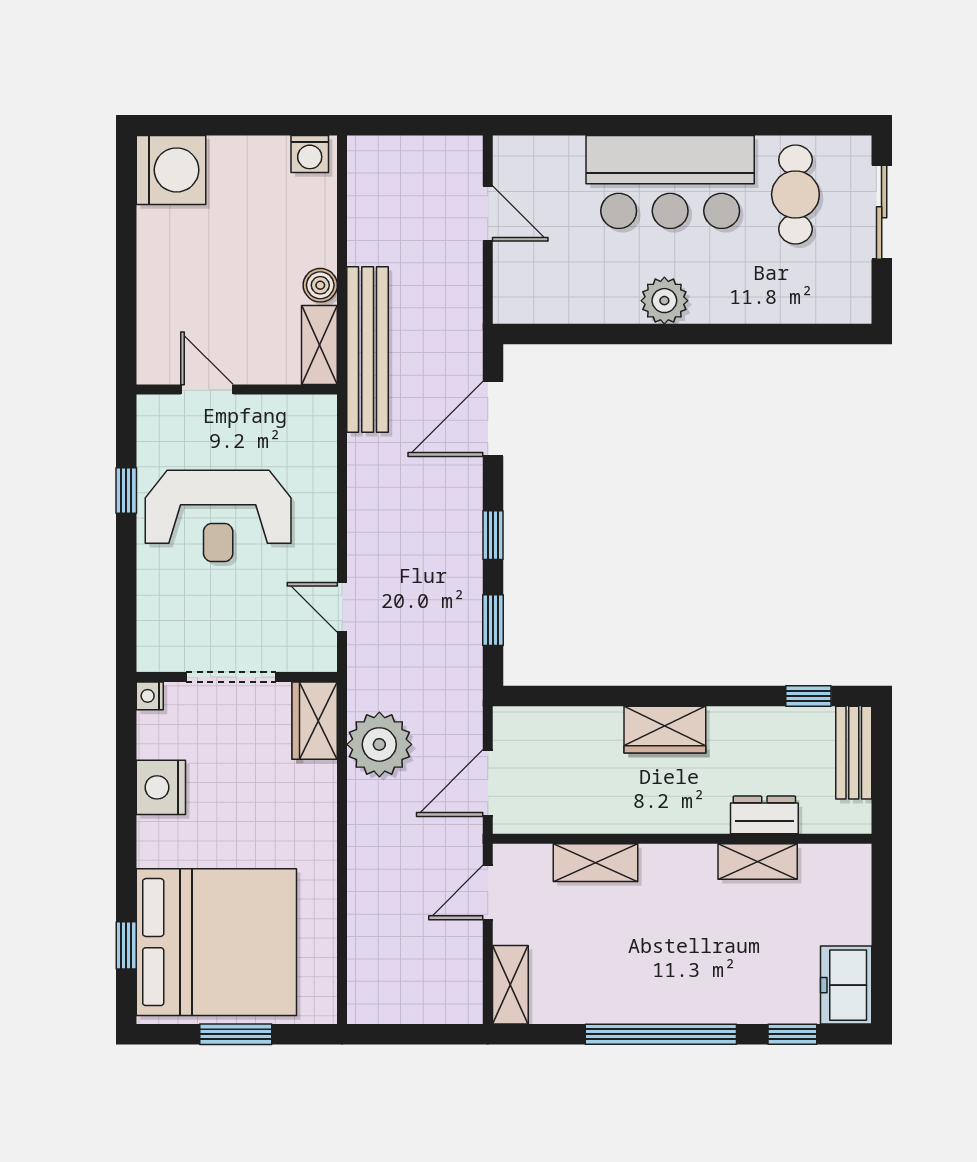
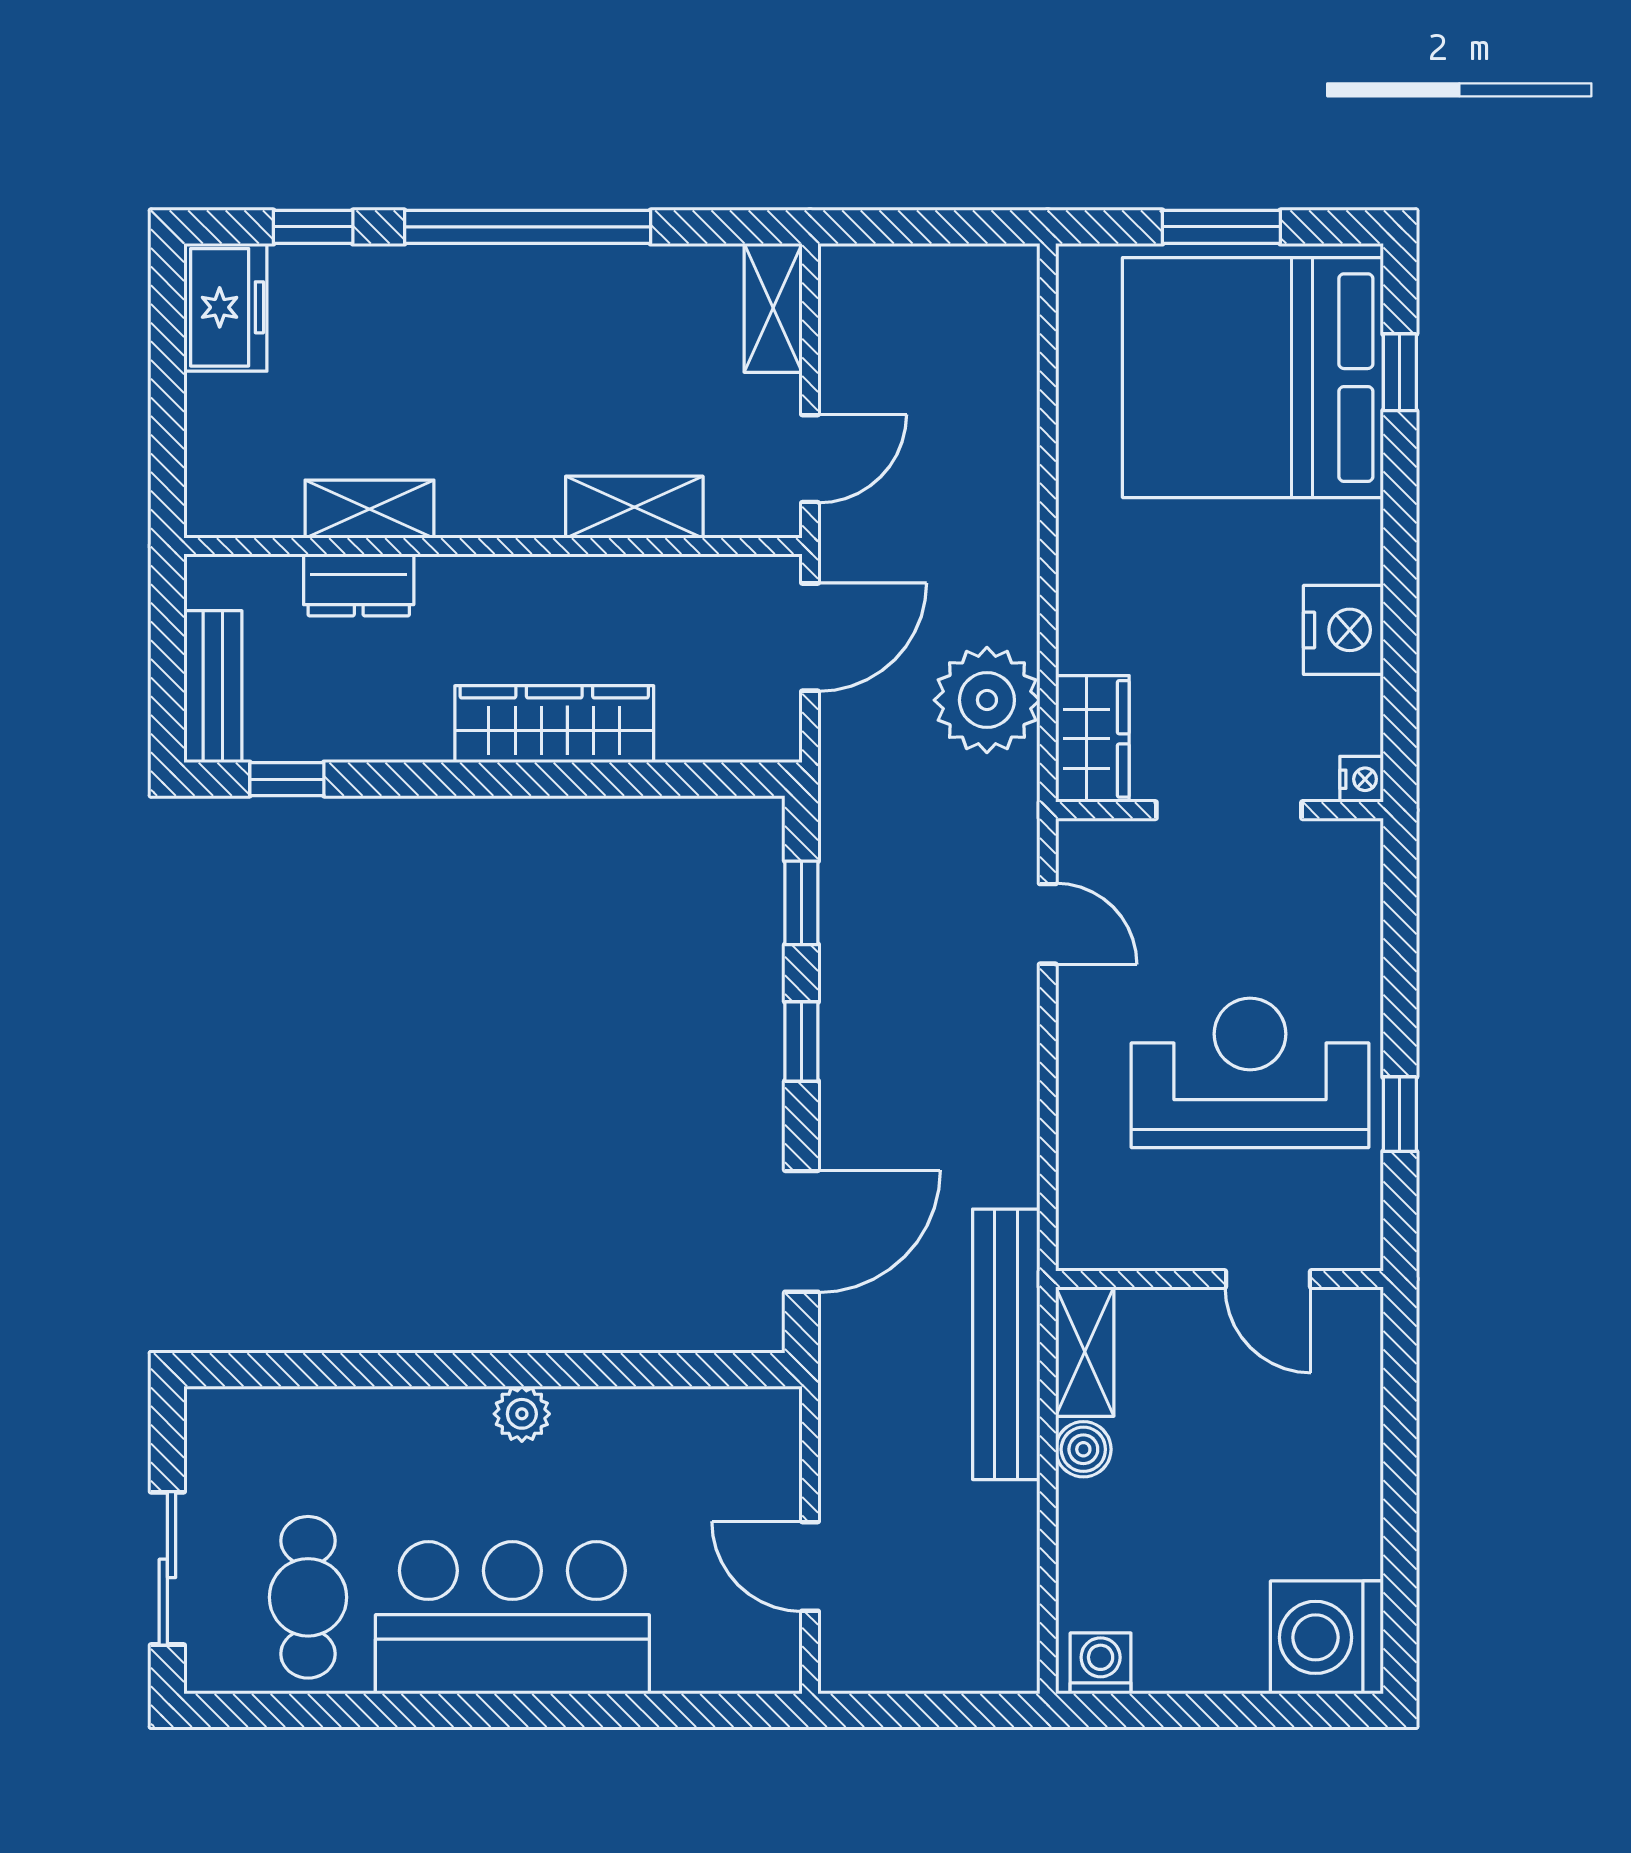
plant: (664, 301) -> (522, 1414), width x0.73, depth x0.73
wardrobe: (665, 730) -> (554, 724), width x1.50

